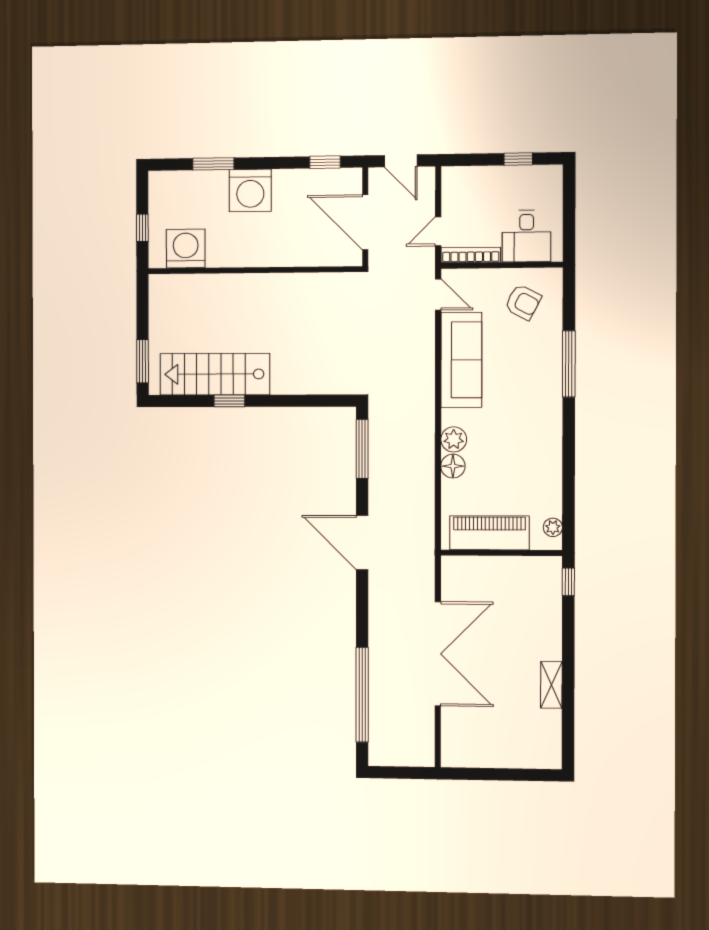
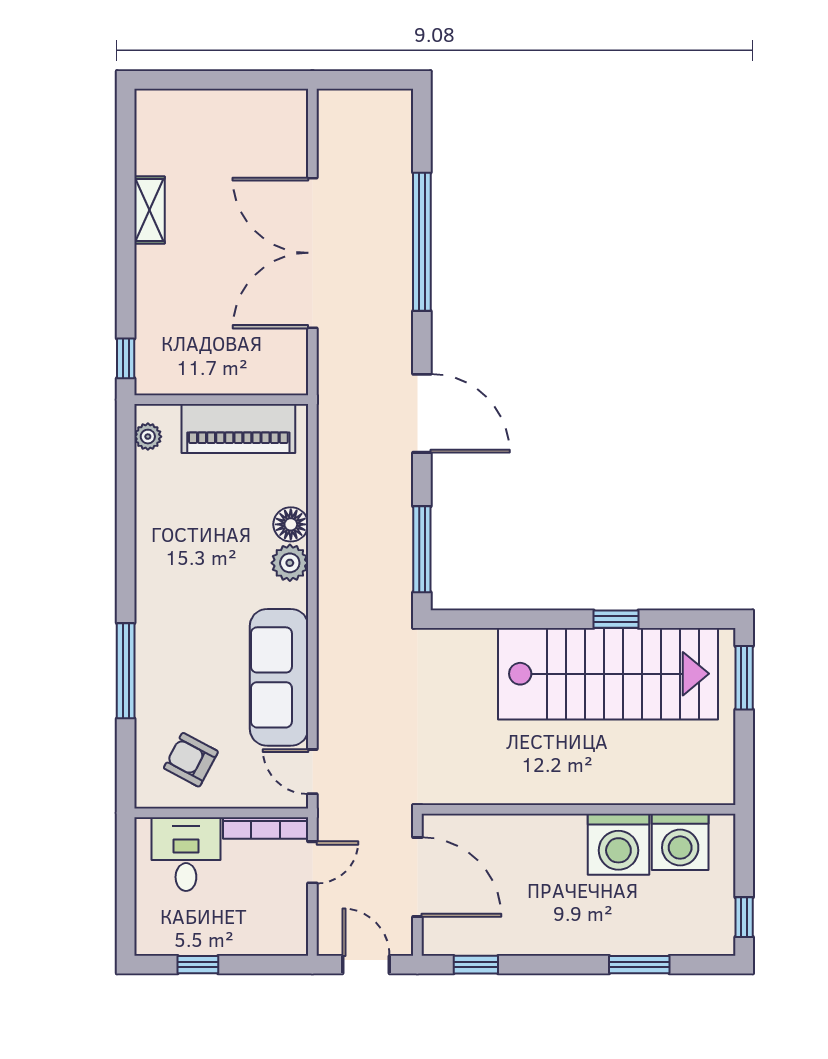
washing machine: (250, 190) -> (618, 844), moved, turned 180
window: (142, 228) -> (744, 917), moved
stairs: (215, 374) -> (608, 674), width x1.36, depth x1.51
window: (362, 695) -> (422, 242), moved

